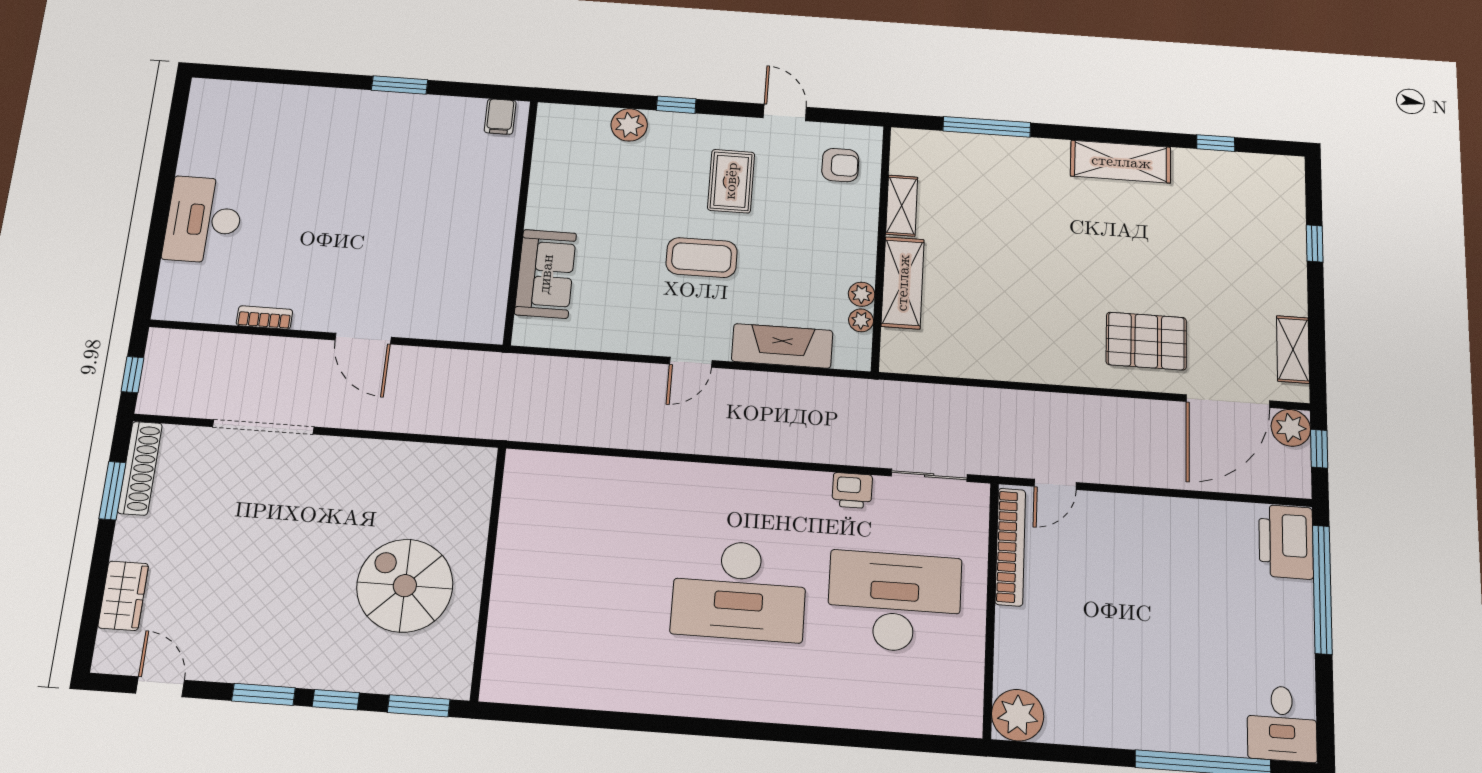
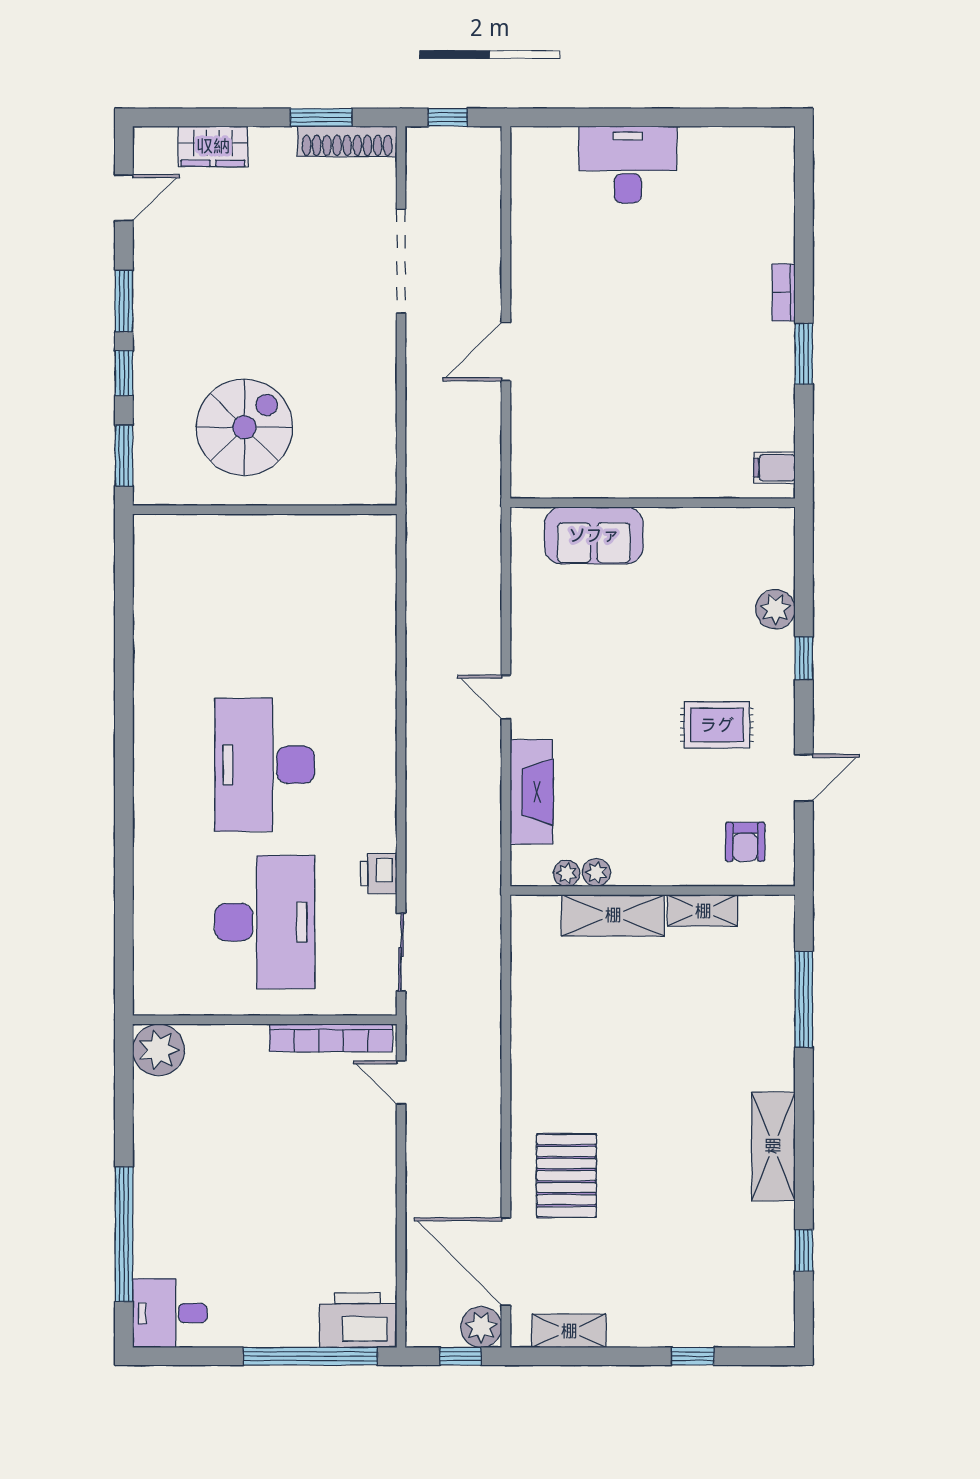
coffee table: (702, 257) -> (625, 700), removed
bookcase: (264, 317) -> (784, 293), moved, turned 180

